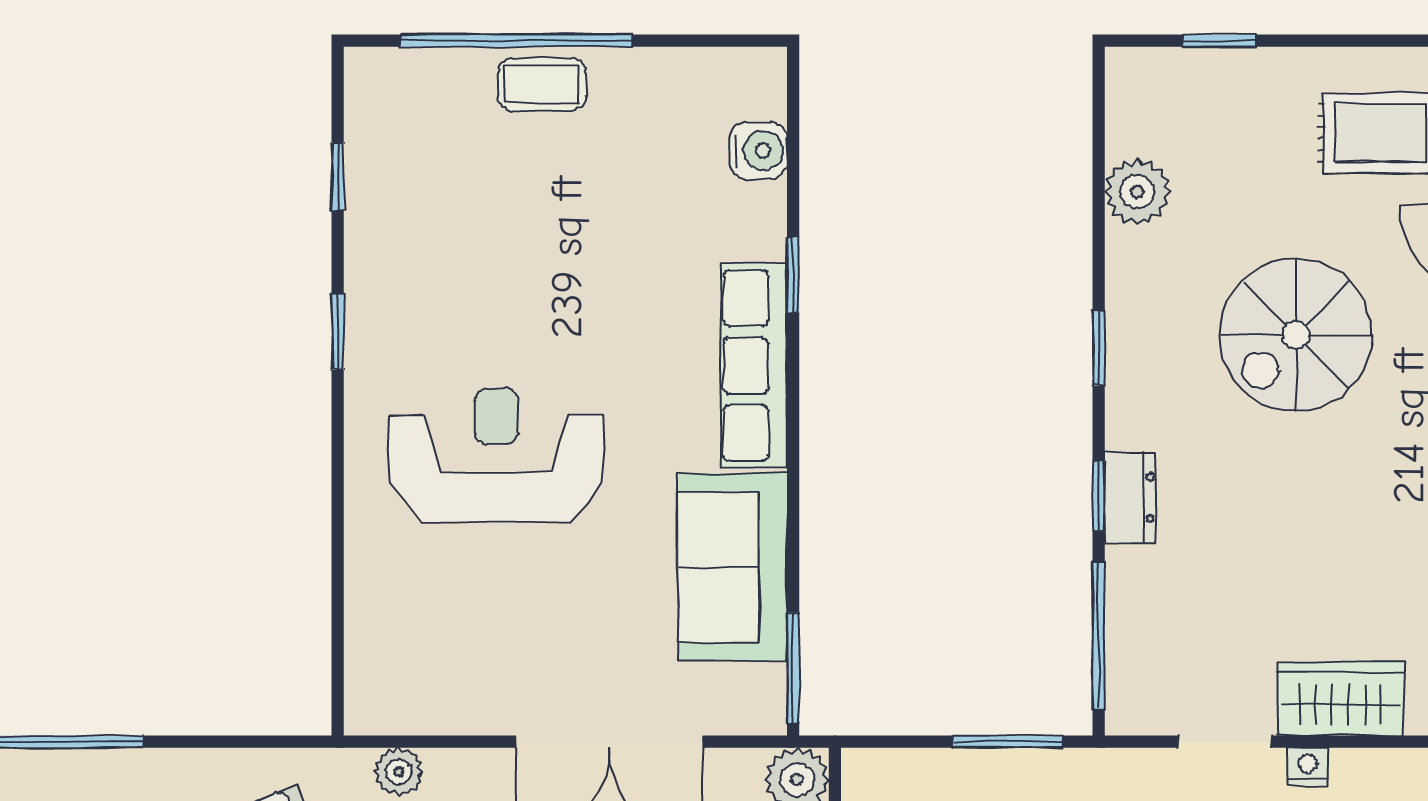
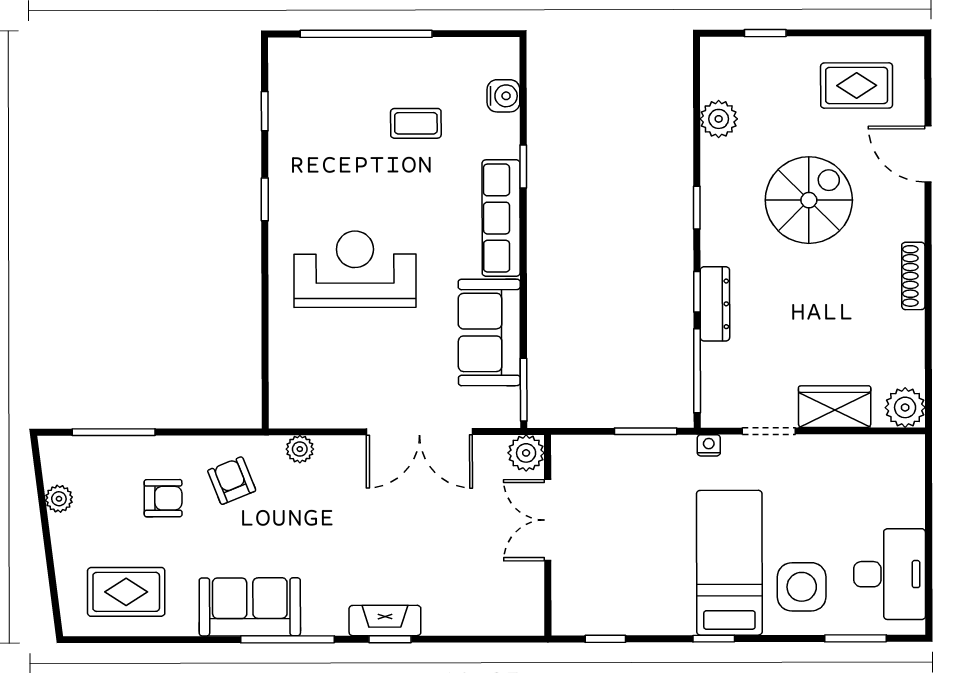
coffee table: (542, 85) -> (416, 123), moved
spiral stairs: (1296, 335) -> (809, 200), turned 180
dresser: (1130, 498) -> (715, 304), width x1.44
nightstand: (1308, 767) -> (709, 445), moved

